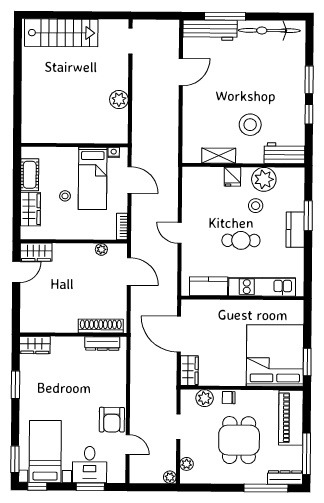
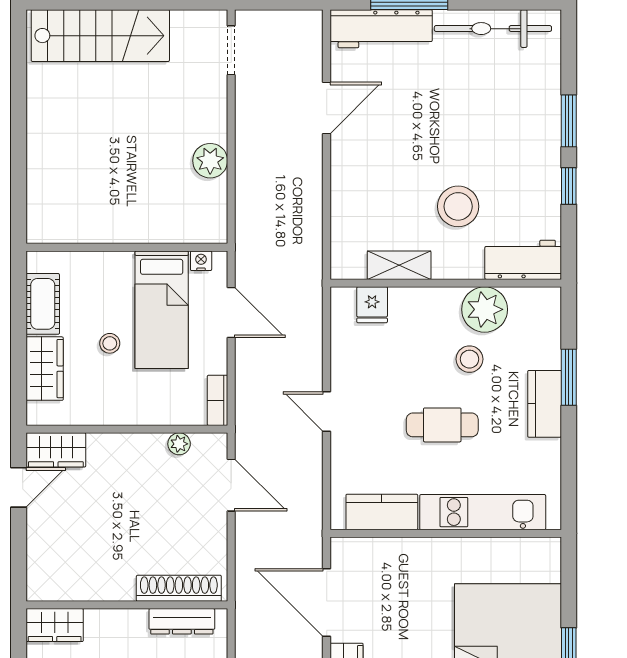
fridge: (232, 177) -> (372, 305), moved

